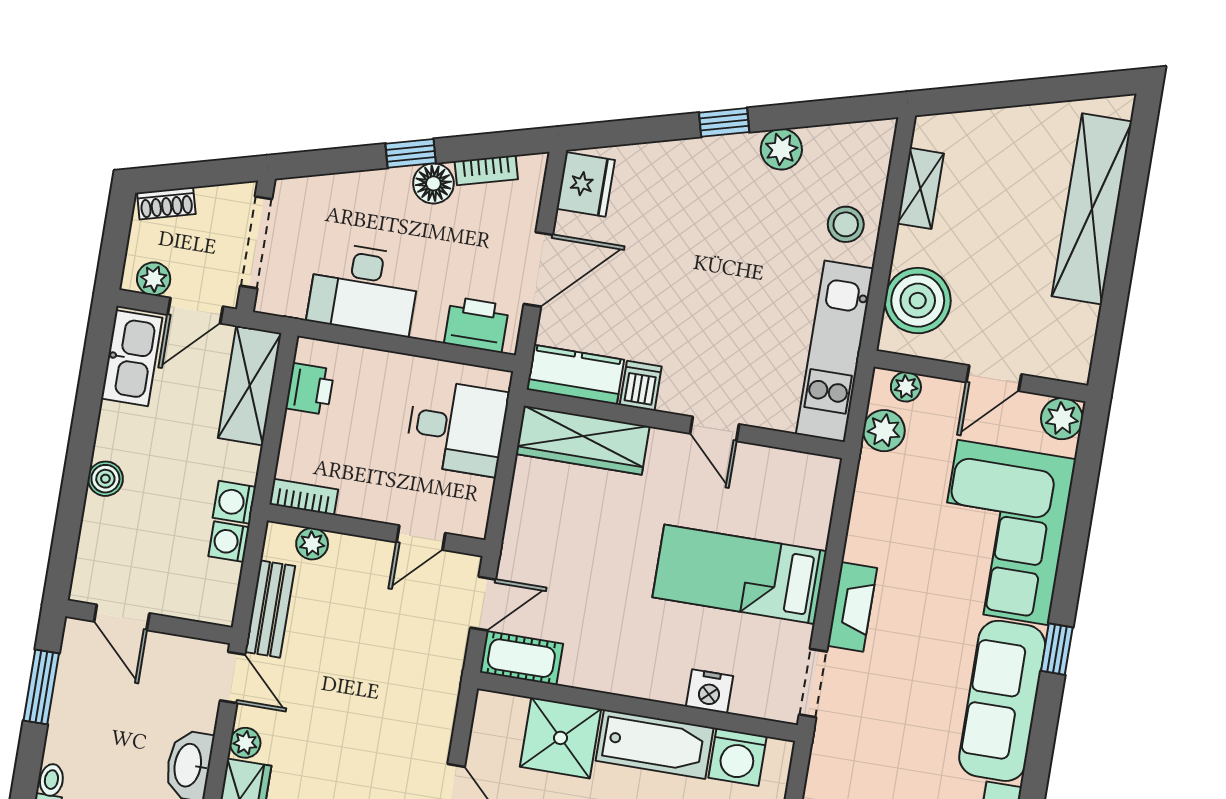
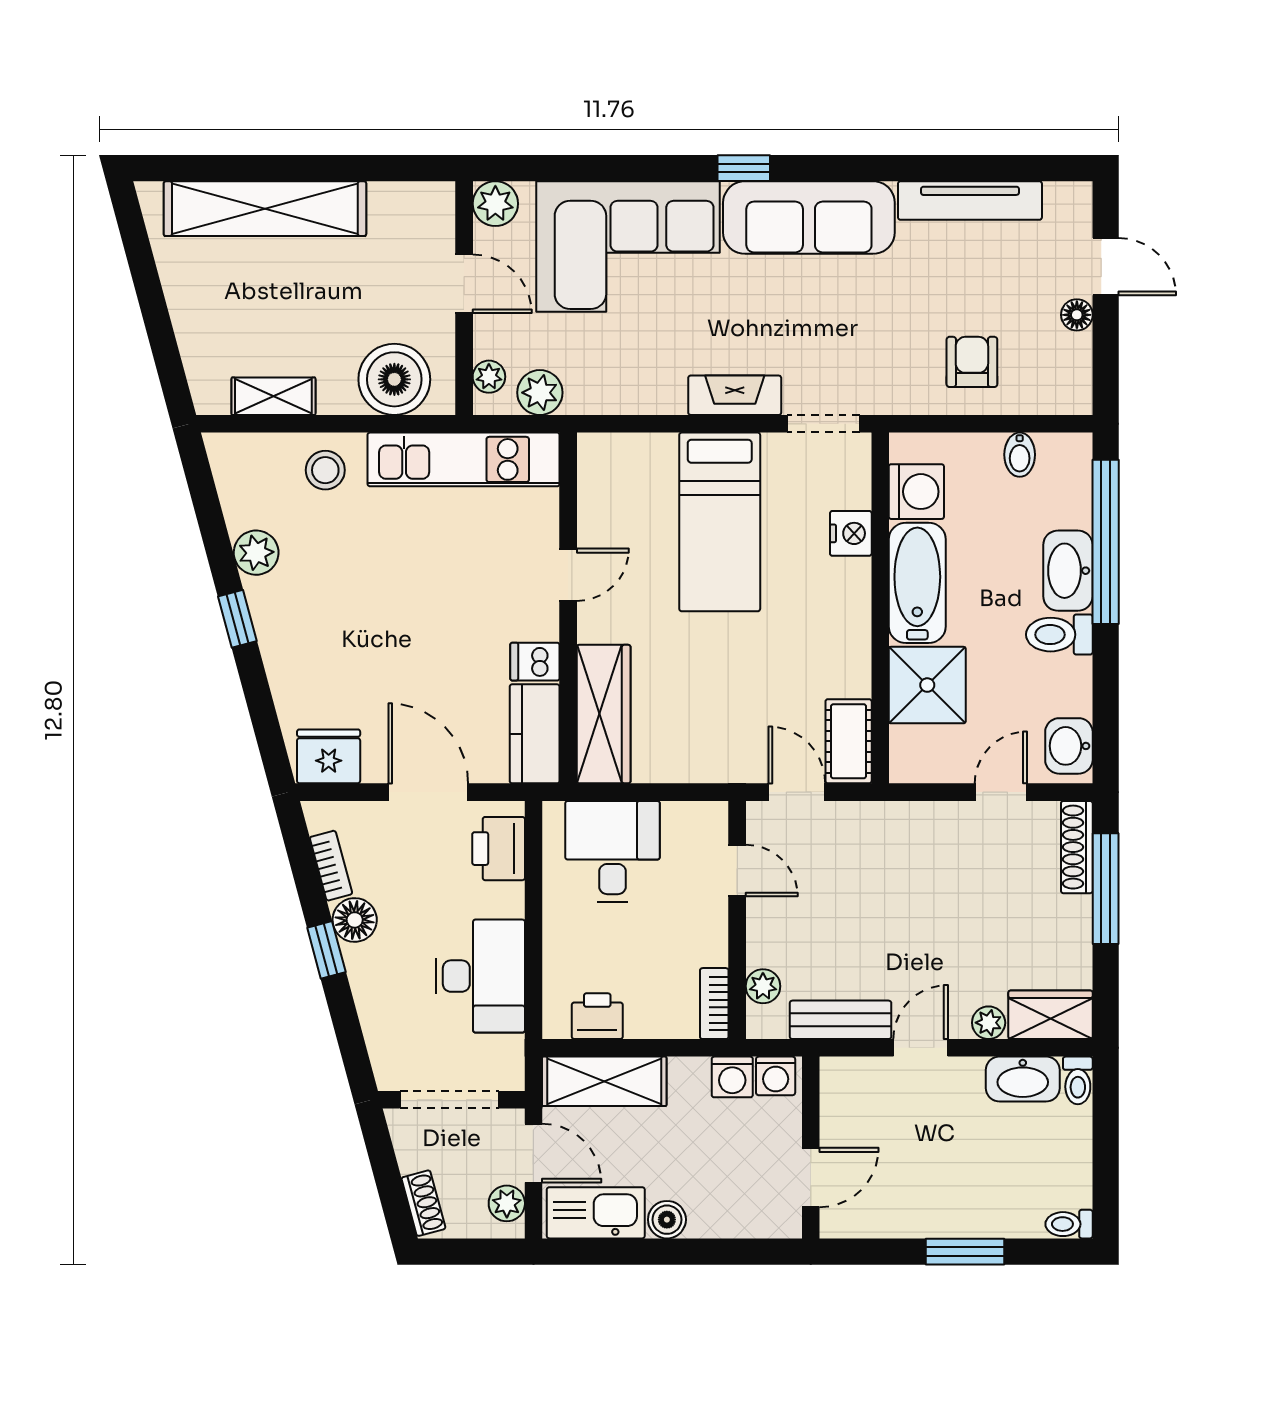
boiler: (105, 479) -> (667, 1220), moved
door: (122, 617) -> (811, 1178), moved
wall: (149, 622) -> (811, 1148), moved

